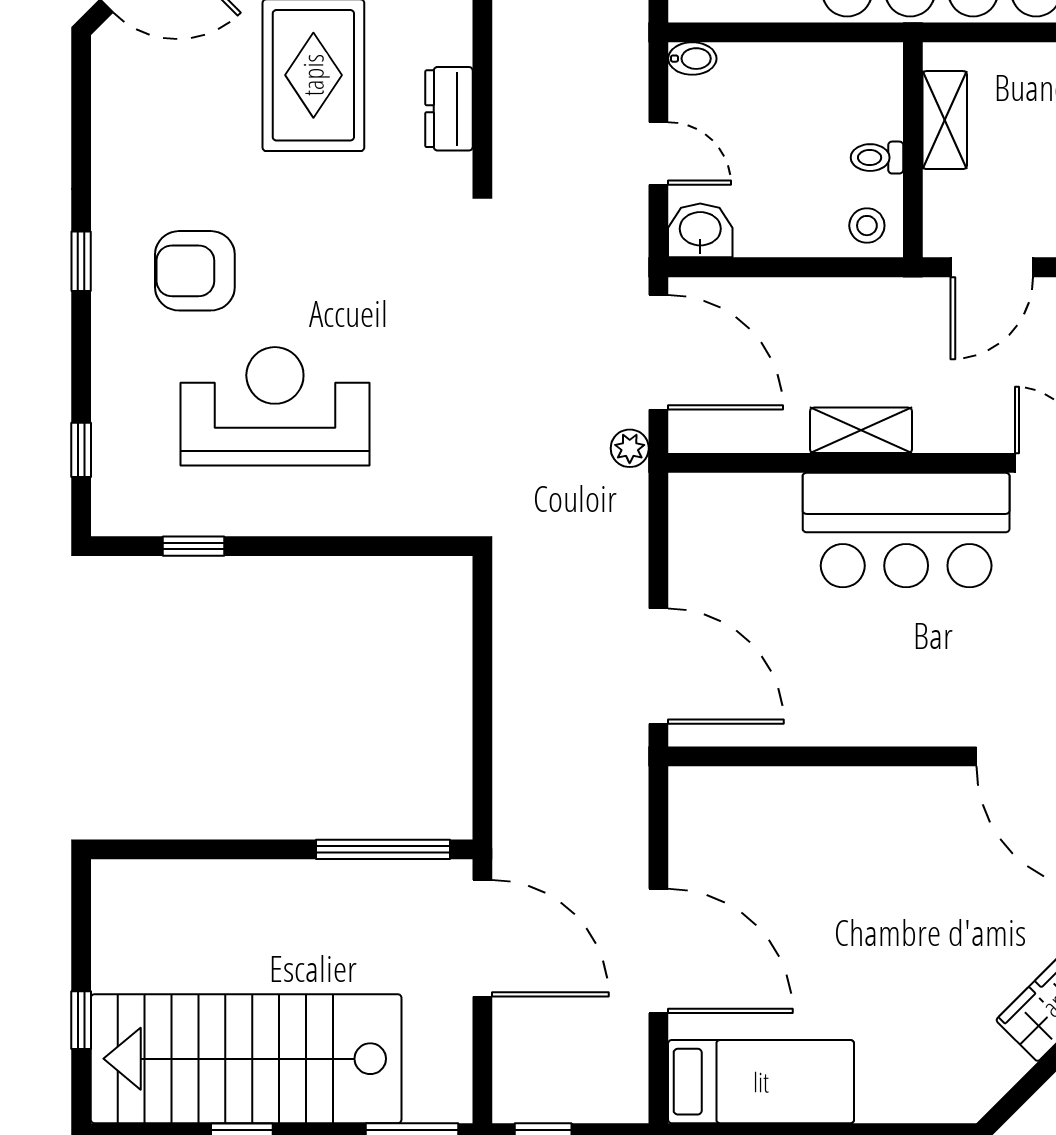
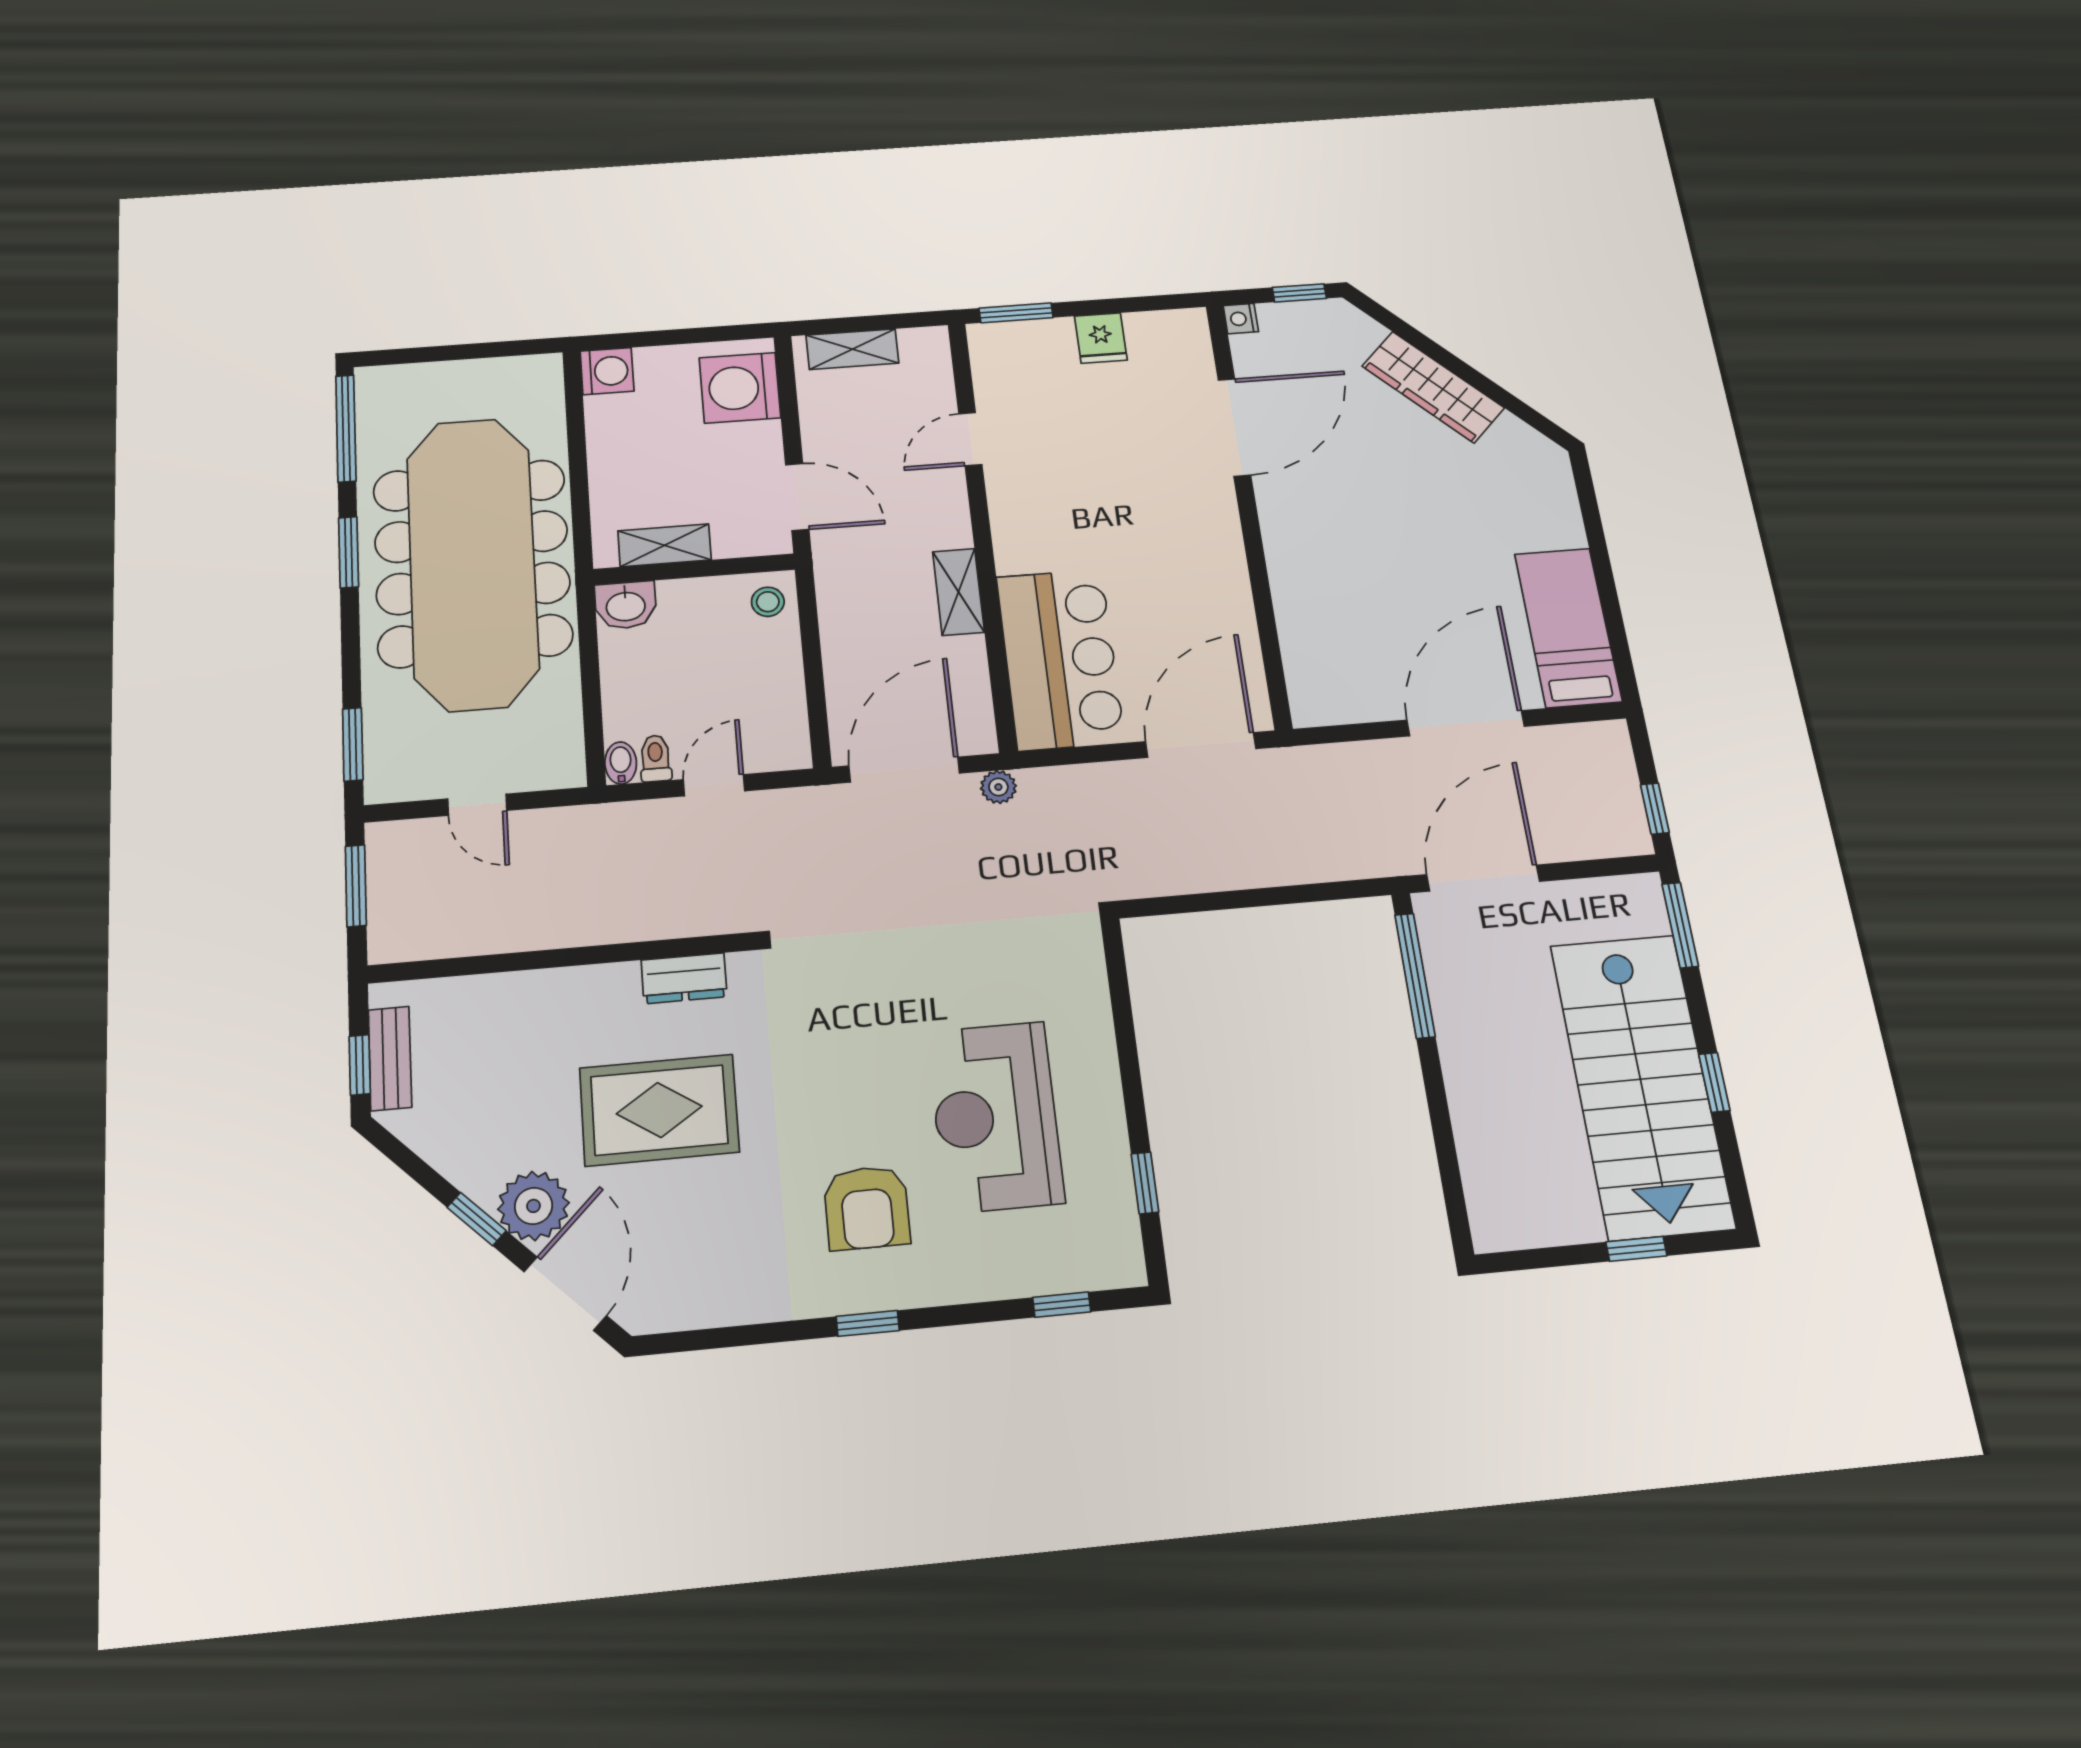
toilet: (877, 158) -> (655, 758), moved, turned 180
washbasin: (700, 230) -> (626, 605), moved, turned -90
bar counter: (906, 530) -> (1060, 659), moved

